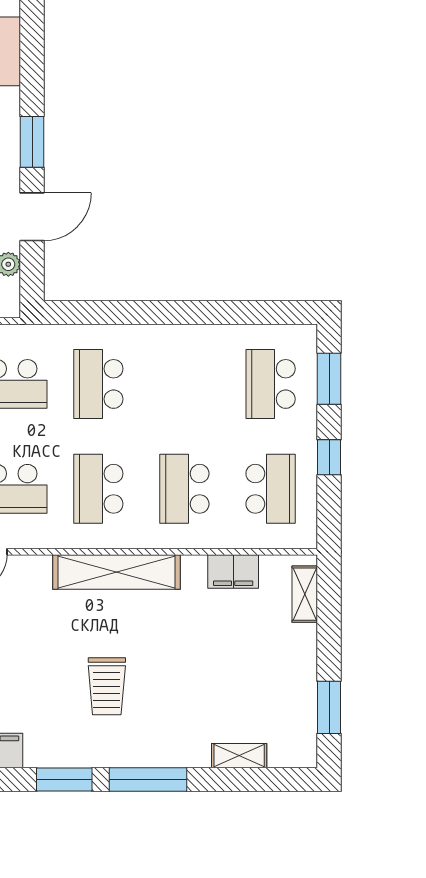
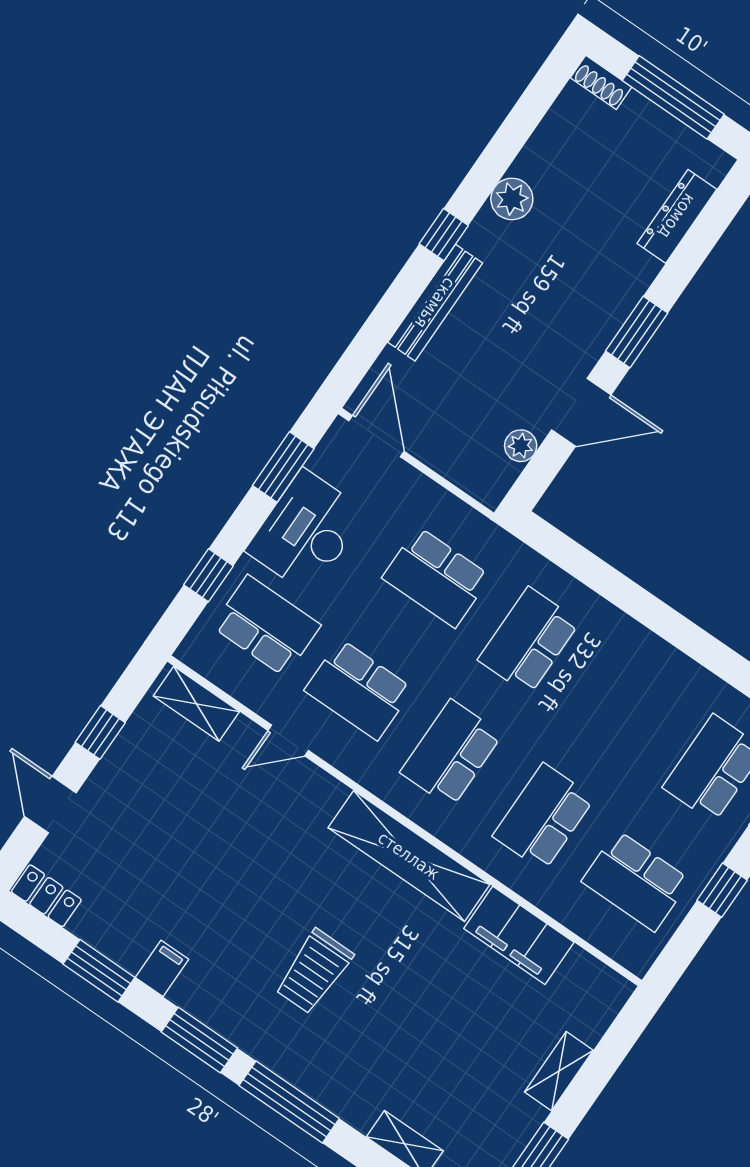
school desk: (271, 489) -> (636, 881), turned 90
filing cabinet: (233, 571) -> (519, 935), width x1.50, depth x1.17
shelving: (305, 594) -> (559, 1071), moved

